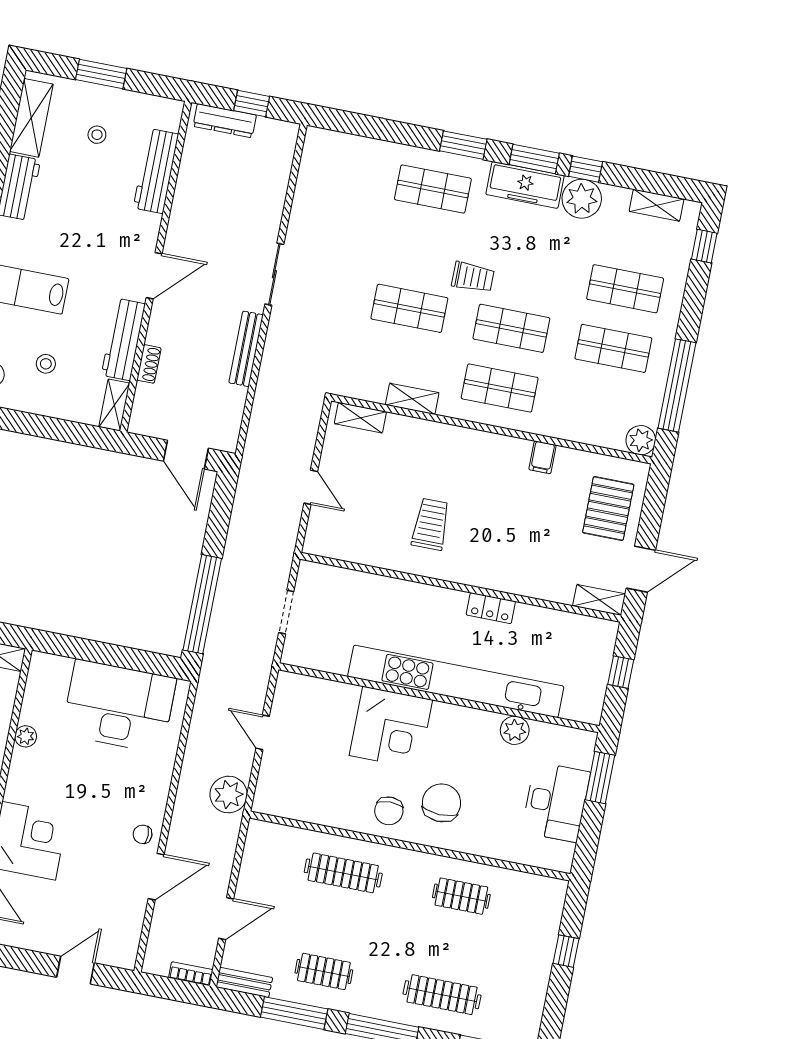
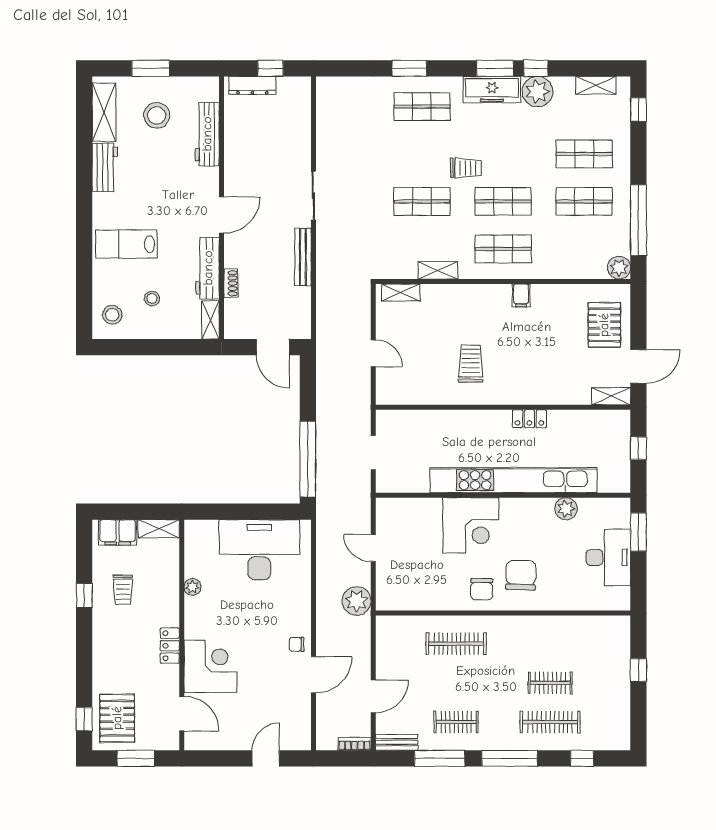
stool: (97, 135) -> (157, 115), width x1.89, depth x1.89
window: (463, 145) -> (409, 68), moved
filing cabinet: (543, 457) -> (521, 296), moved
clothes rail: (461, 896) -> (550, 683), moved

